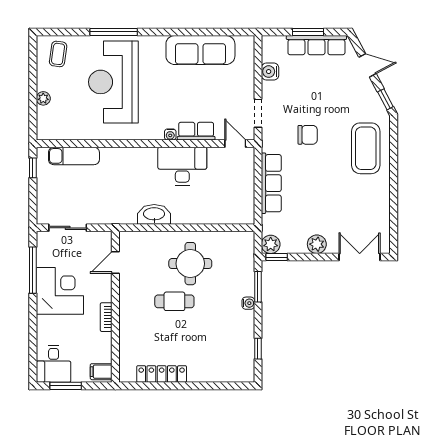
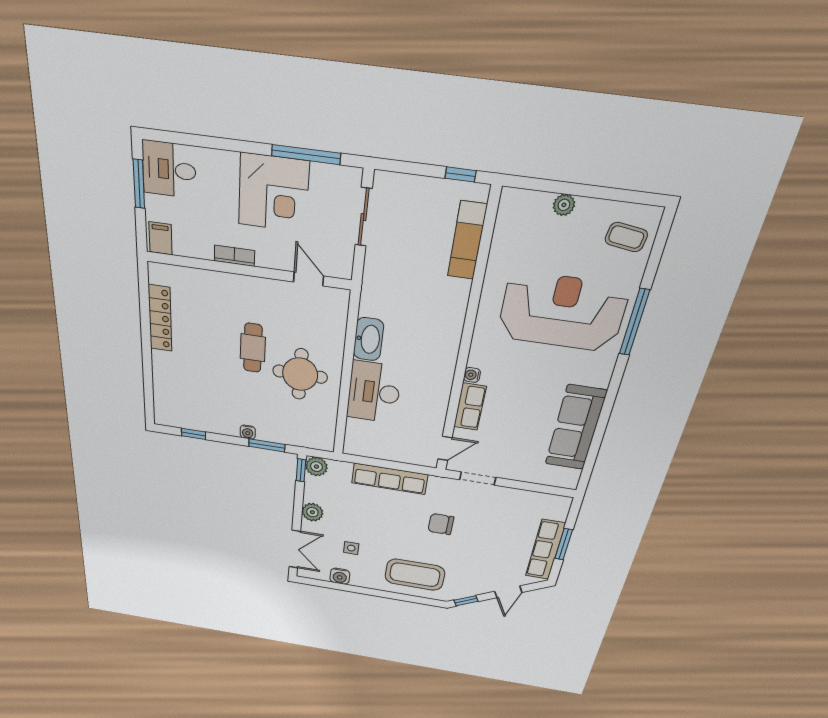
water cooler: (270, 72) -> (340, 576), moved, turned 180
chair: (308, 135) -> (441, 524), turned 90
desk: (182, 166) -> (374, 392), moved, turned 180
side table: (348, 207) -> (351, 548), added

